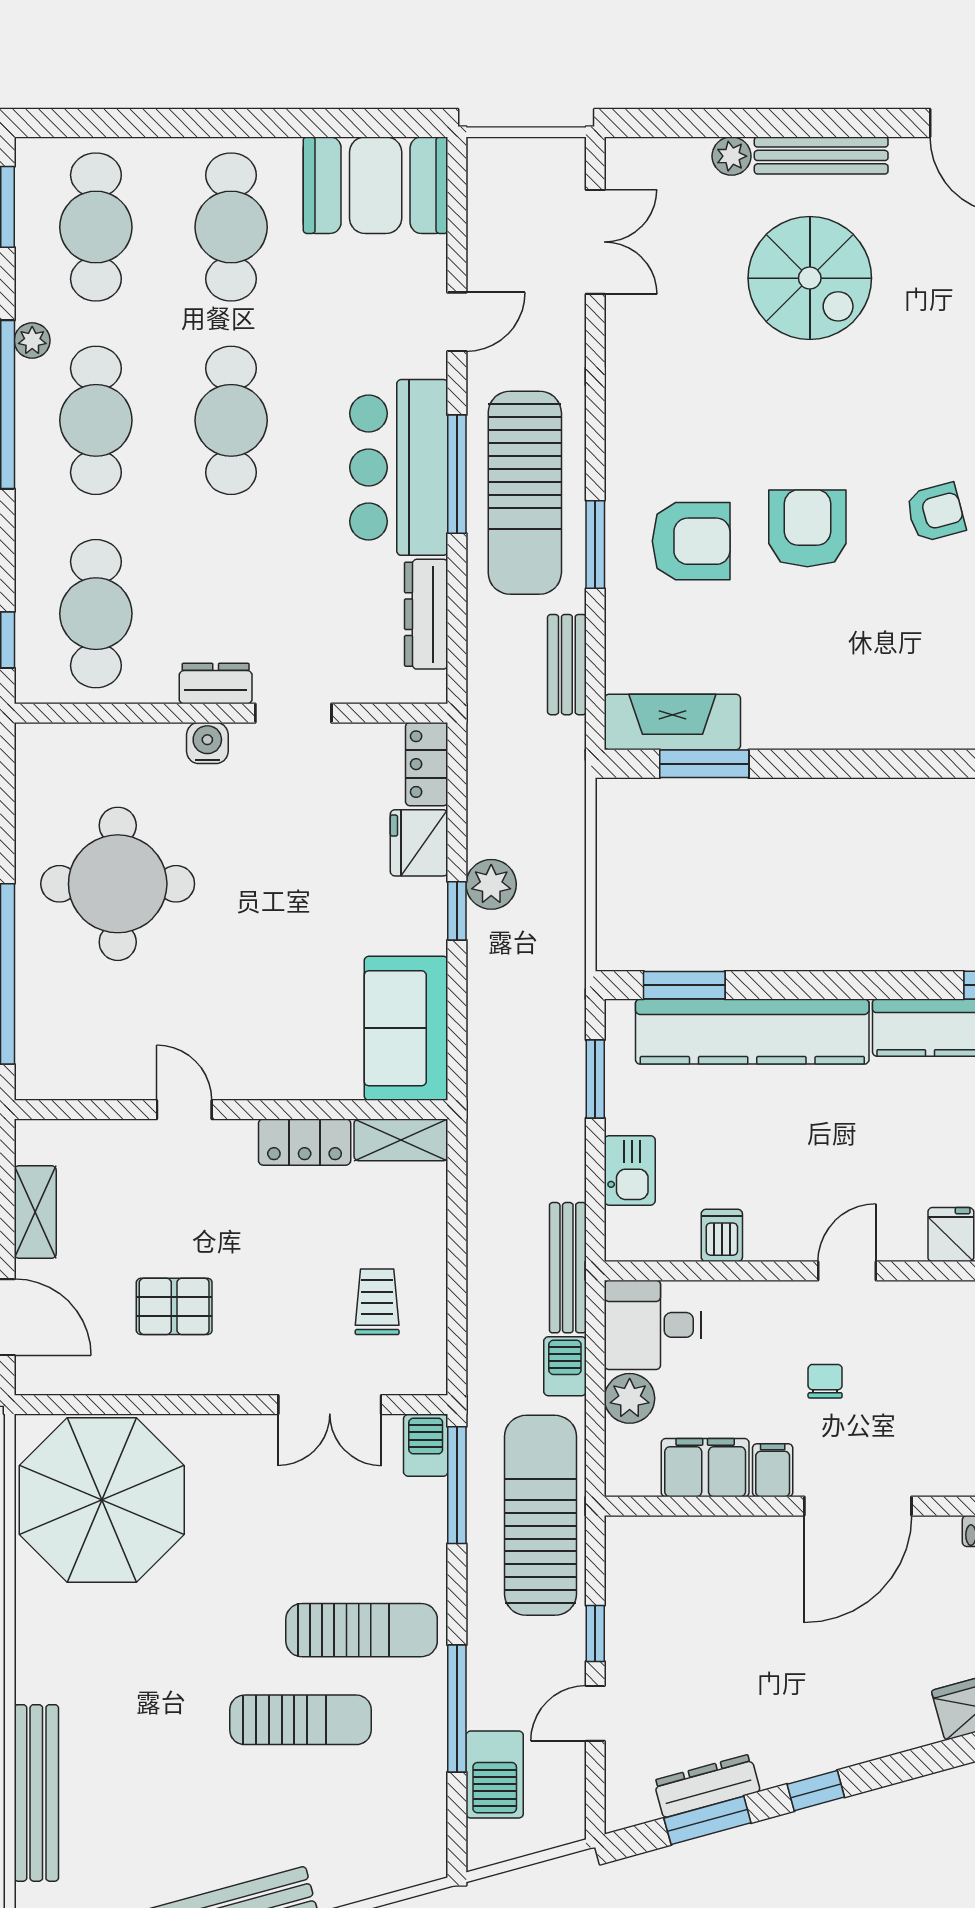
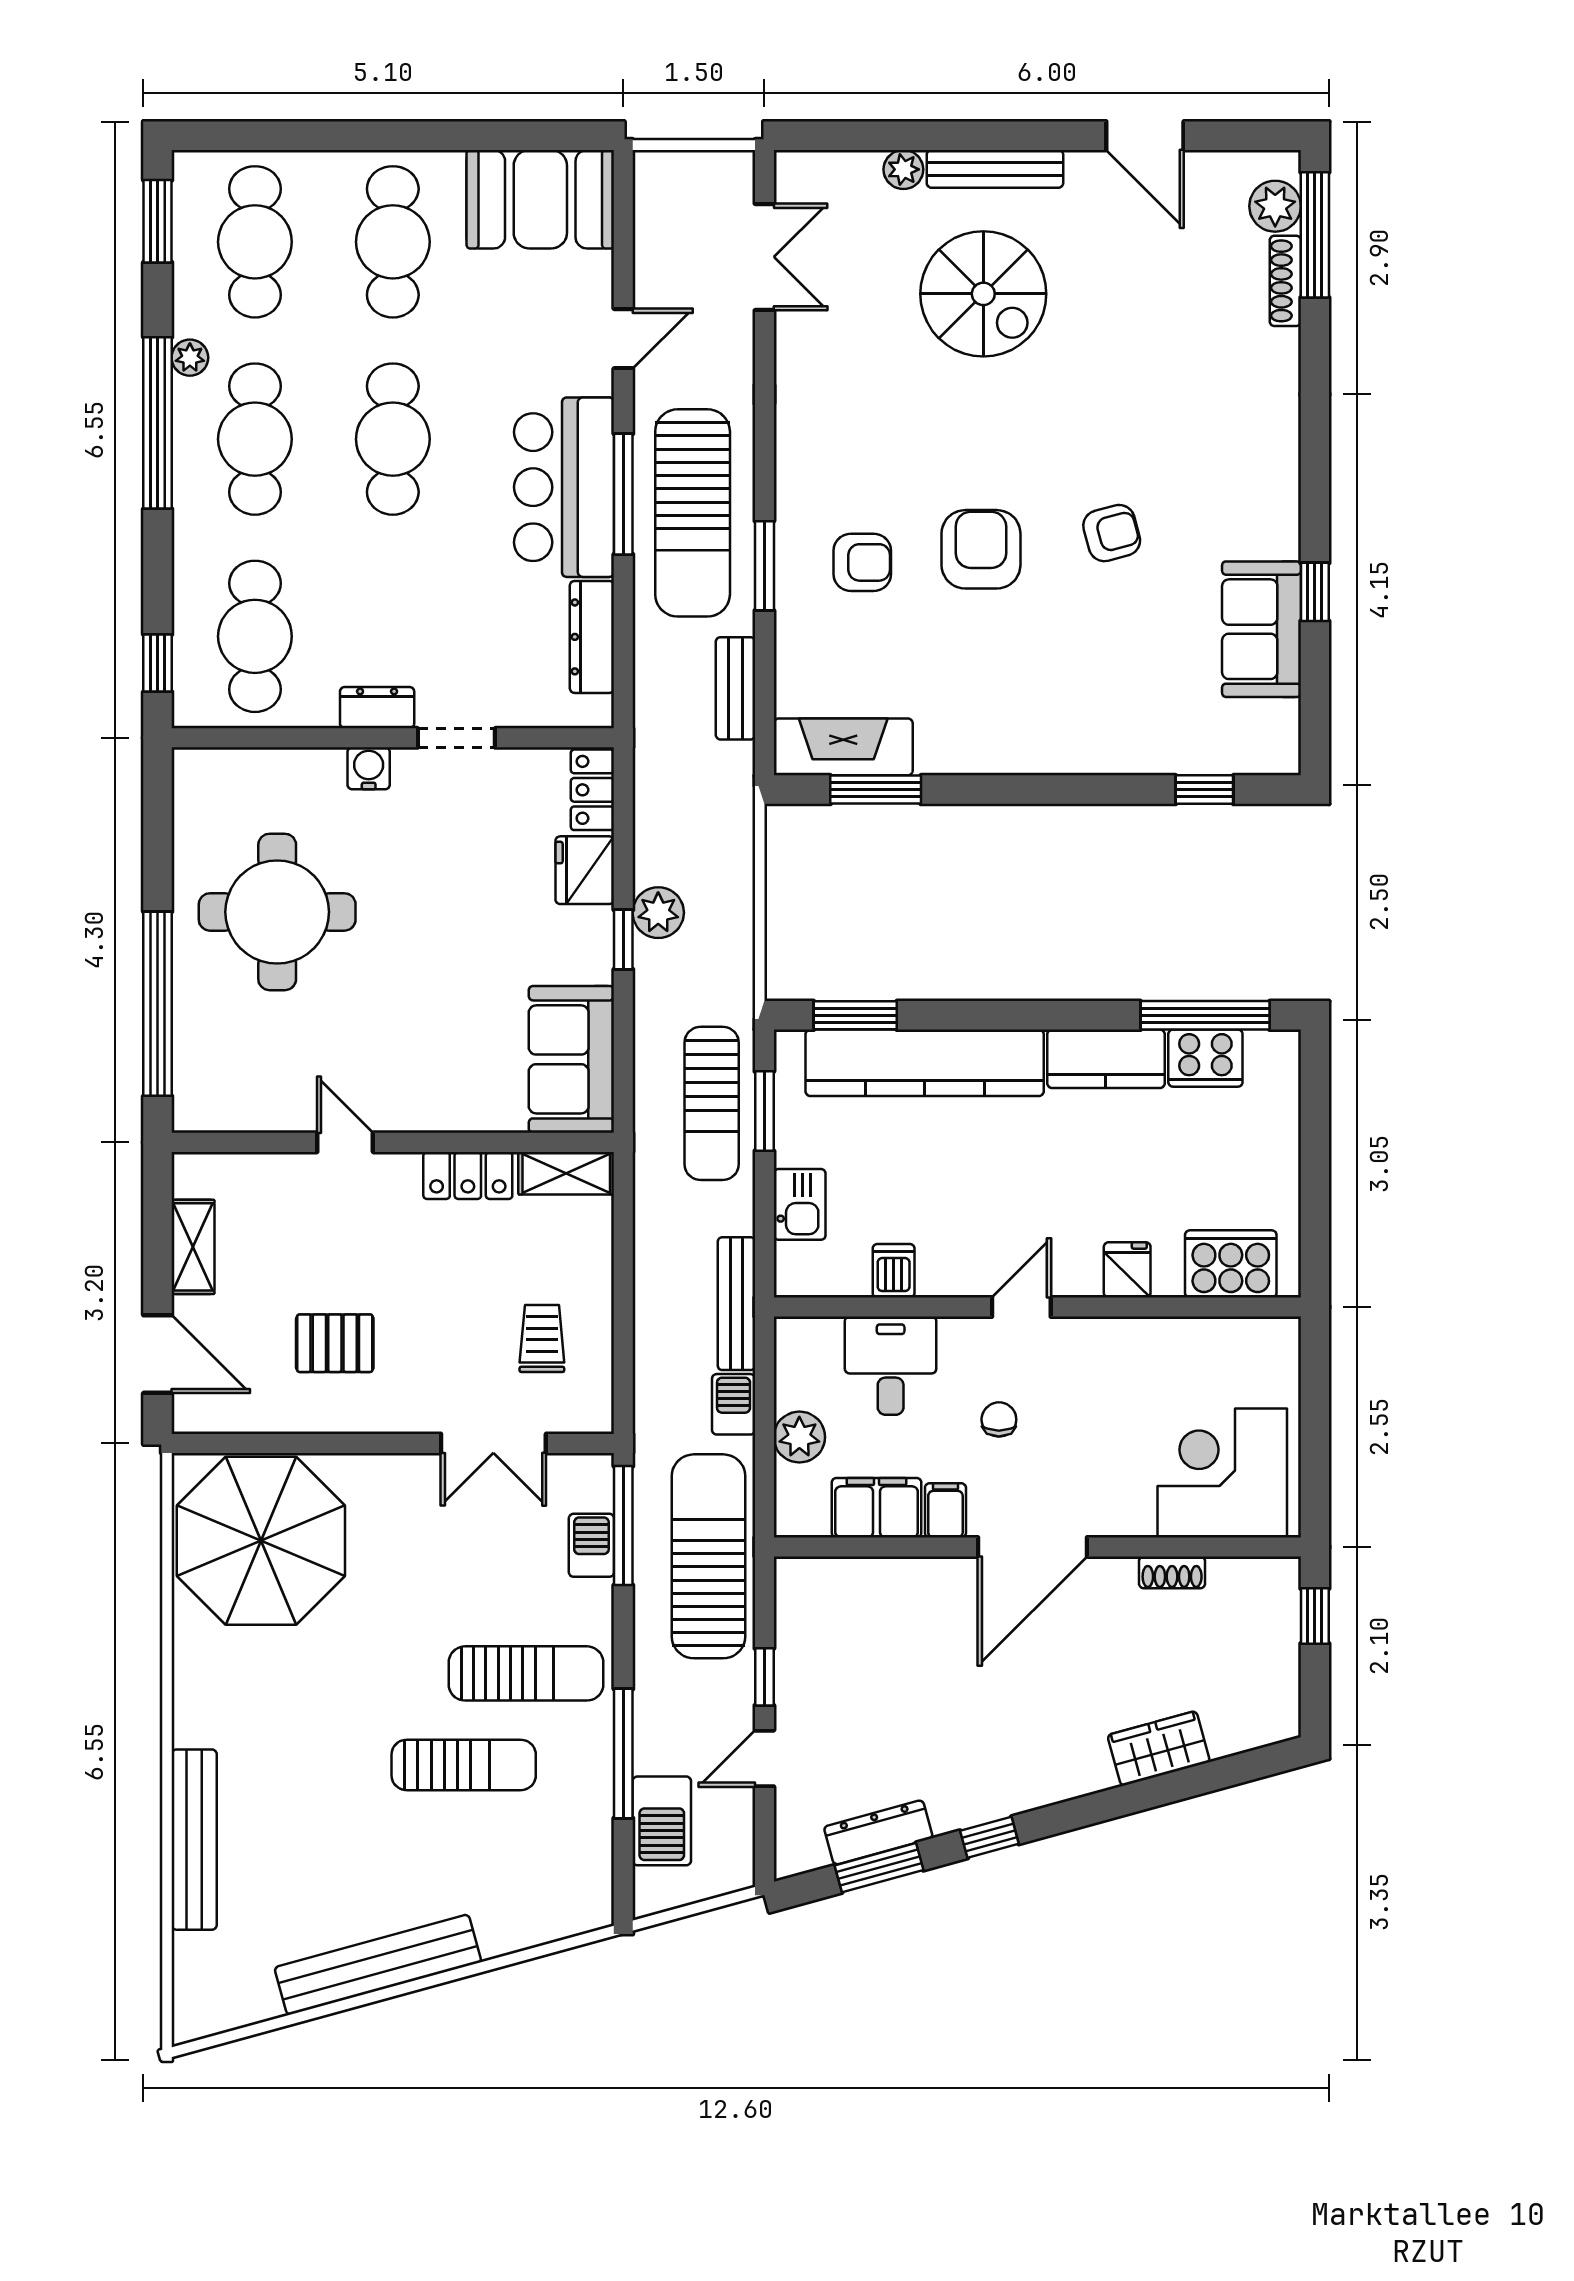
armchair: (691, 541) -> (862, 562), width x0.72, depth x0.72
sun lounger: (543, 1071) -> (712, 1103), added
desk: (653, 1325) -> (891, 1366), moved, turned 90
barbecue: (426, 1445) -> (591, 1545), moved

